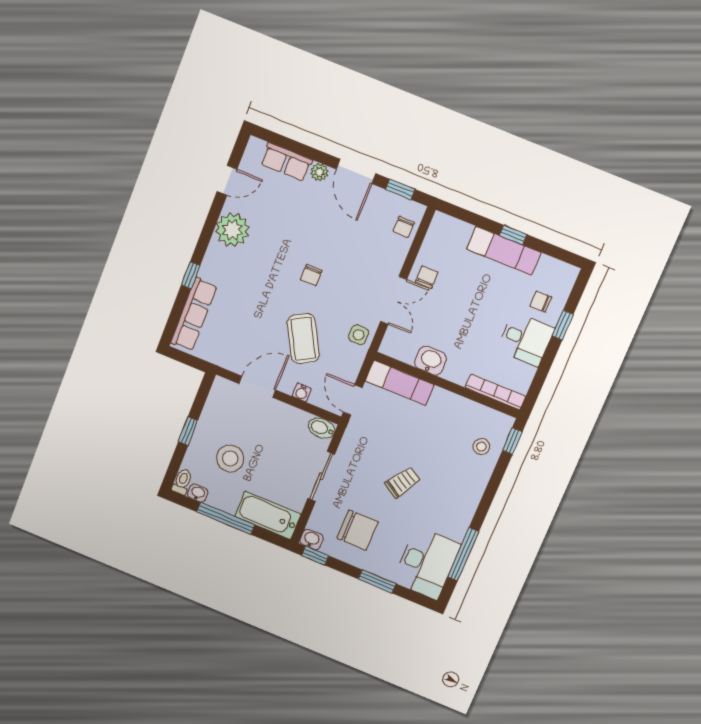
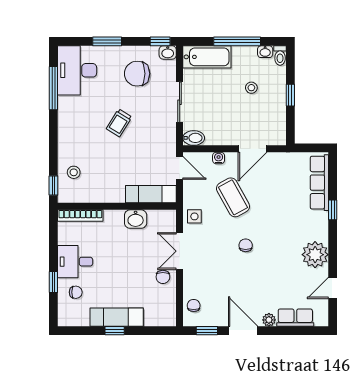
stool: (230, 458) -> (251, 88), width x0.53, depth x0.53

